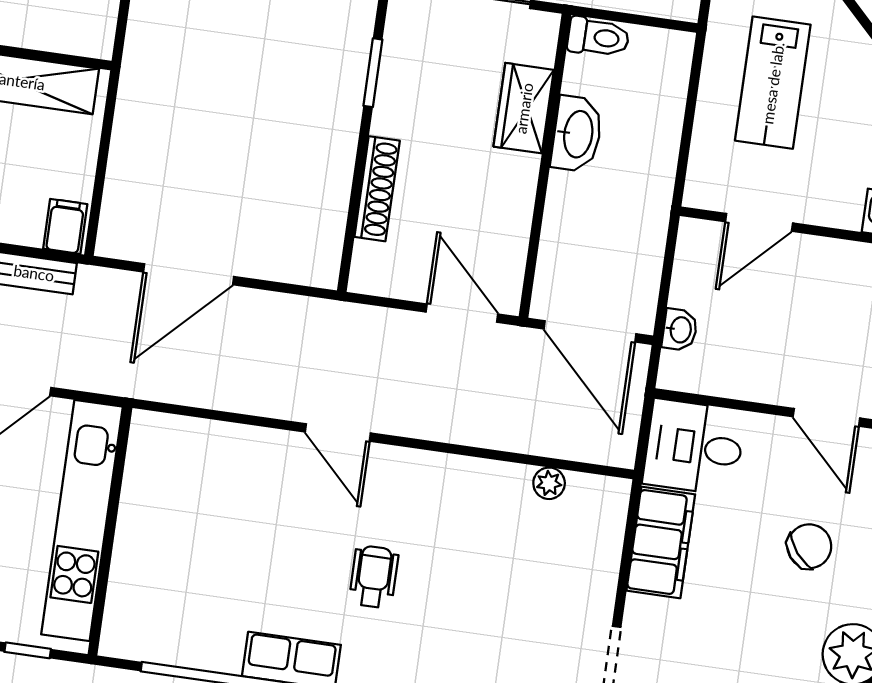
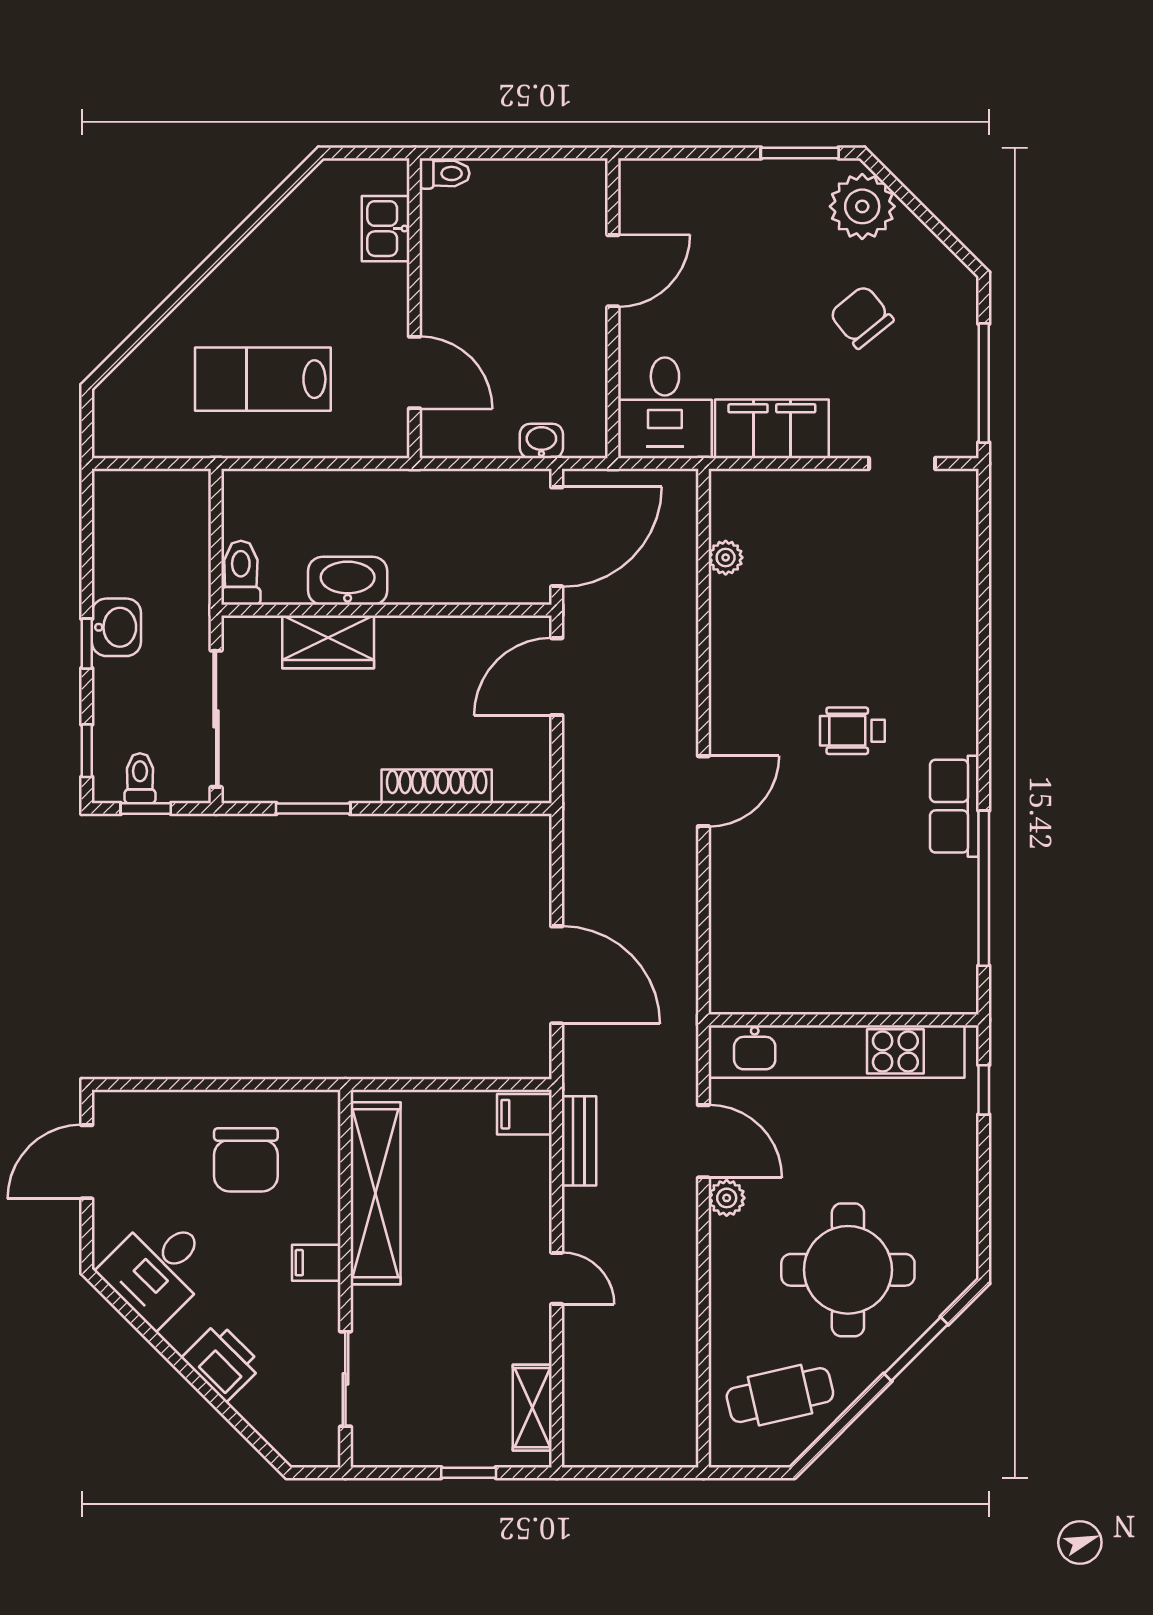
lab bench: (773, 83) -> (263, 379), turned 180
chair: (809, 546) -> (862, 317), moved

